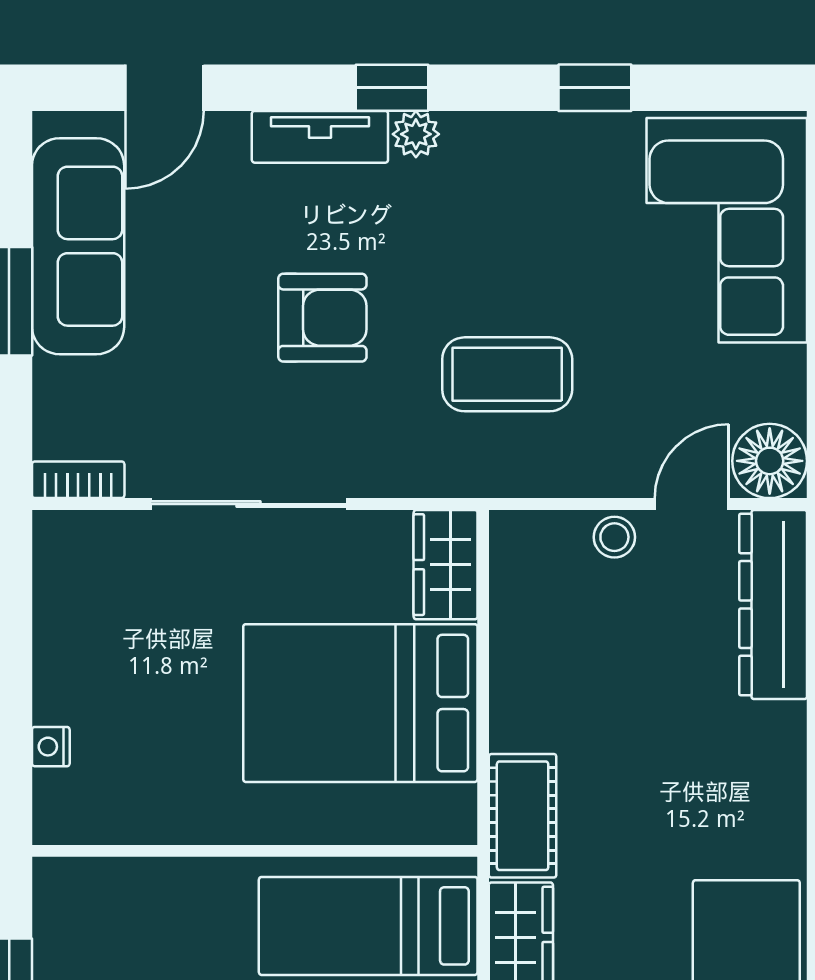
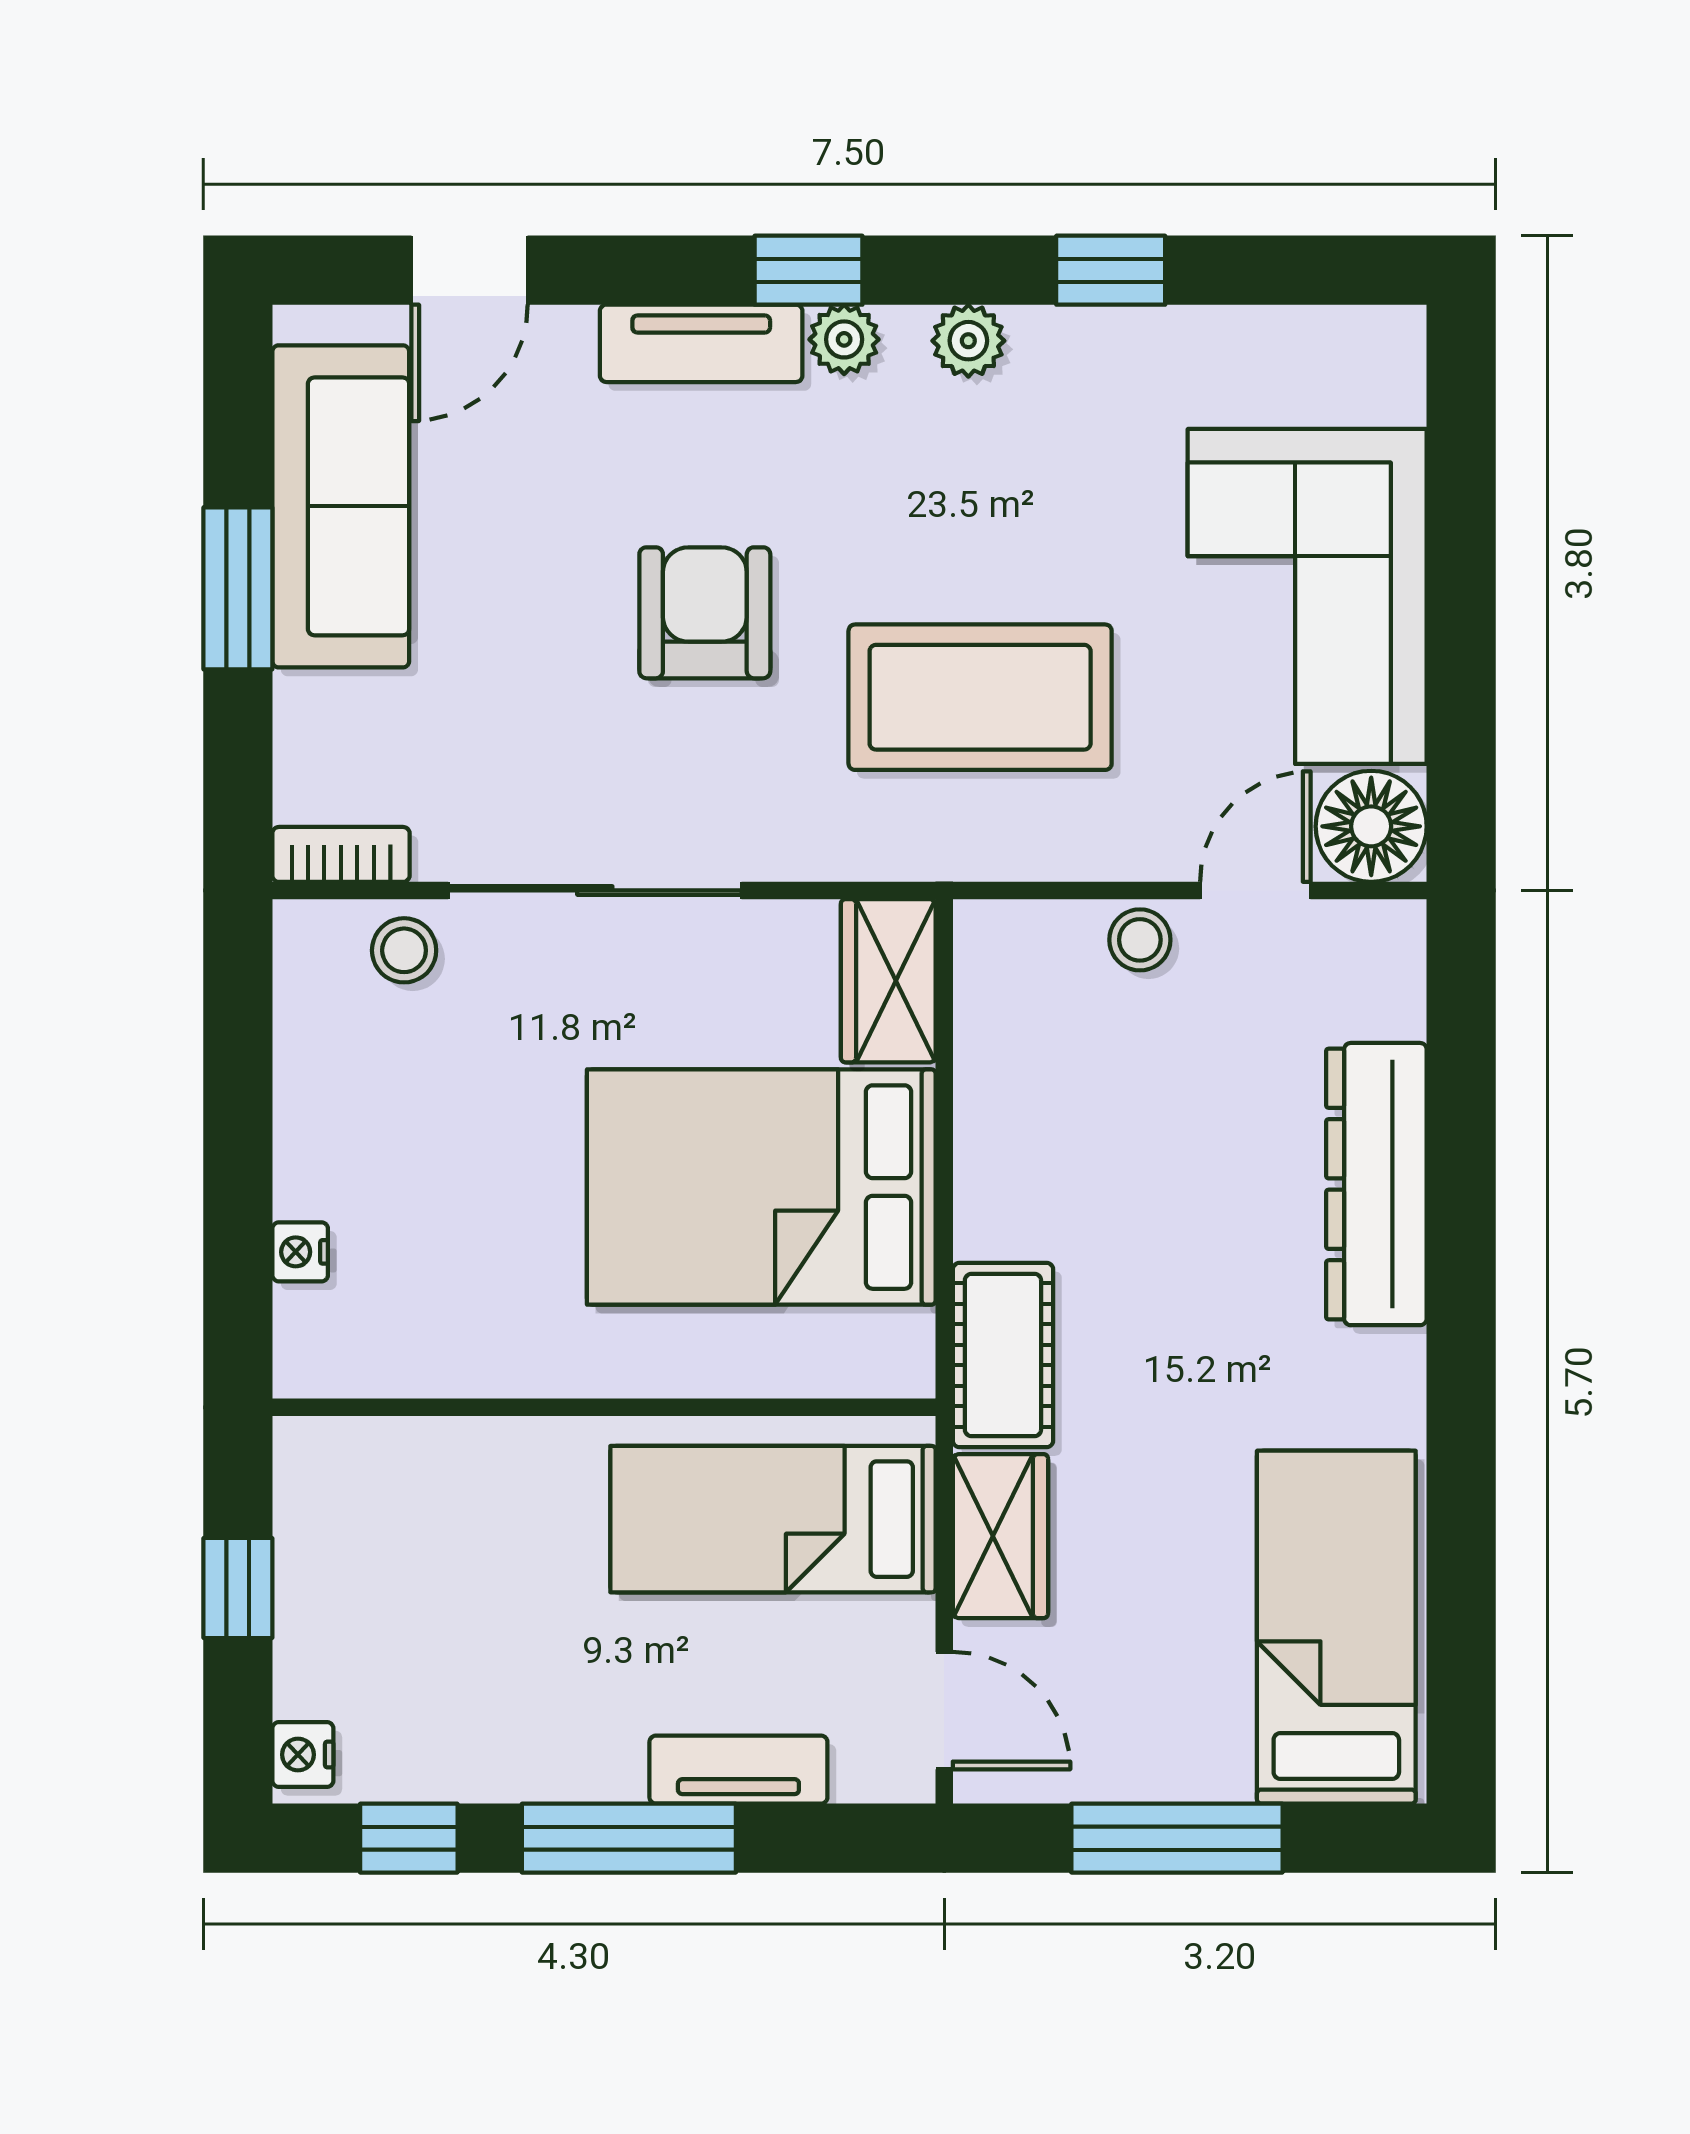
plant: (499, 135) -> (968, 341), added
corner sofa: (727, 230) -> (1307, 596), moved
armchair: (322, 318) -> (705, 613), turned -90
coffee table: (507, 374) -> (980, 697), width x1.36, depth x1.32
stool: (121, 544) -> (404, 950), added
dresser: (773, 604) -> (1376, 1184), moved

